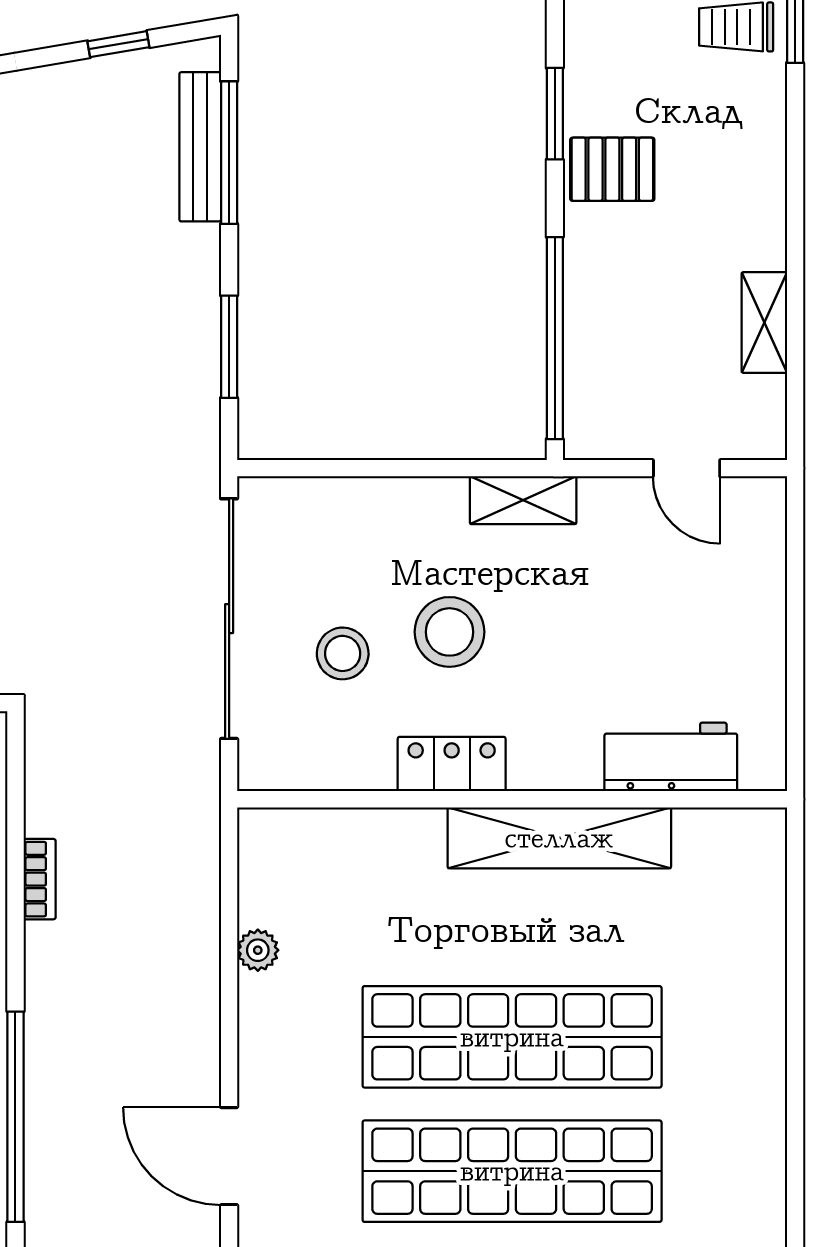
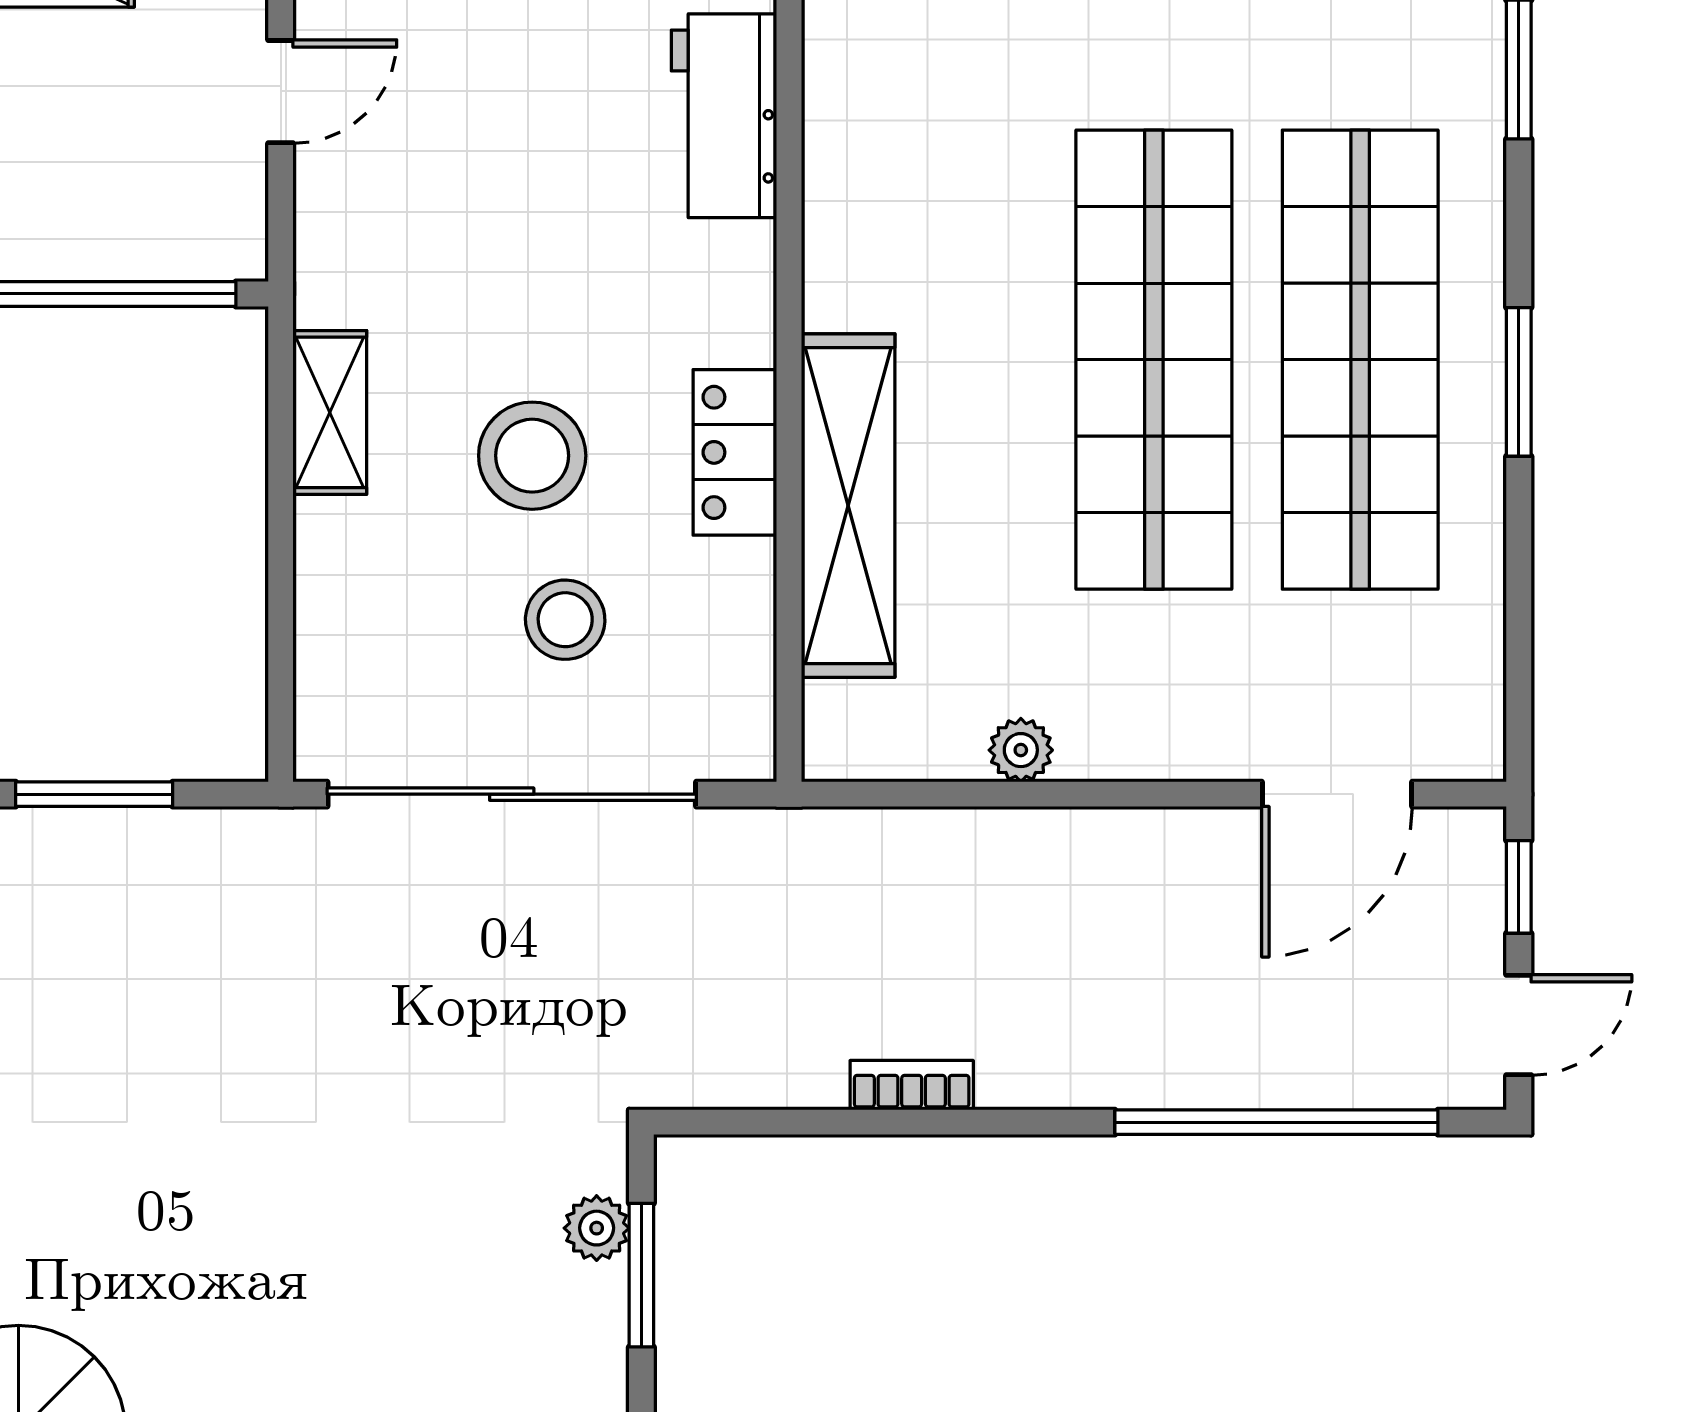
shelving: (523, 500) -> (330, 412), moved
shelving: (559, 838) -> (848, 506), moved

